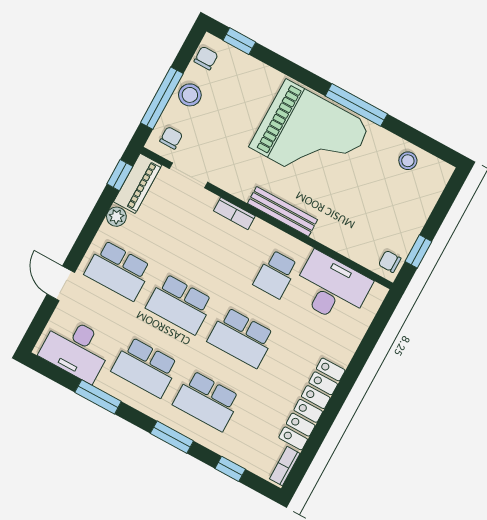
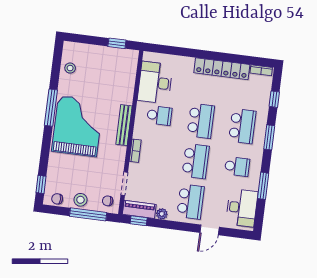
chair: (390, 261) -> (128, 57), removed
school desk: (145, 367) -> (237, 167), width x0.54

